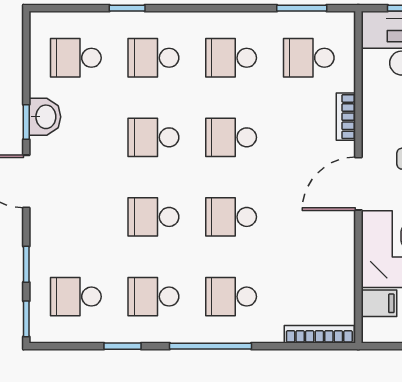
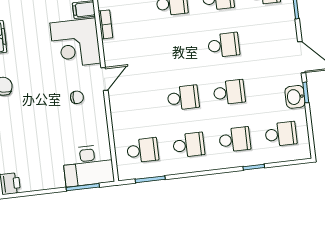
bookcase: (346, 117) -> (105, 24), moved
door: (358, 184) -> (104, 79), width x0.73
school desk: (231, 217) -> (178, 50), removed

